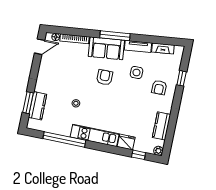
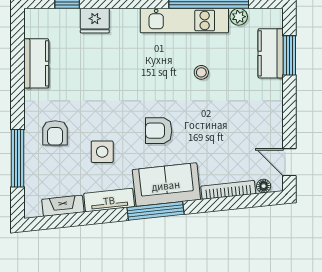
door: (40, 47) -> (289, 162), hinge flipped
armchair: (105, 77) -> (159, 131), turned 90
window: (182, 78) -> (18, 158), width x2.17
armchair: (159, 87) -> (55, 133), turned 180
kitchen unit: (95, 135) -> (184, 21), moved
plant: (158, 151) -> (239, 17), moved

